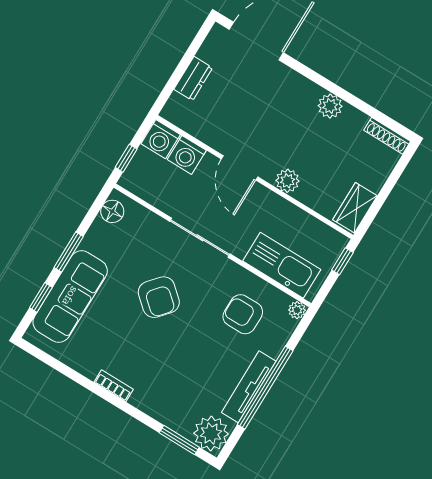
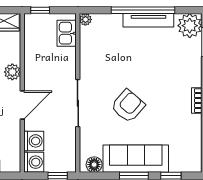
kitchen sink: (282, 265) -> (67, 33), width x0.53, depth x0.81
sofa: (70, 296) -> (136, 159), moved
armchair: (243, 314) -> (108, 50), removed

